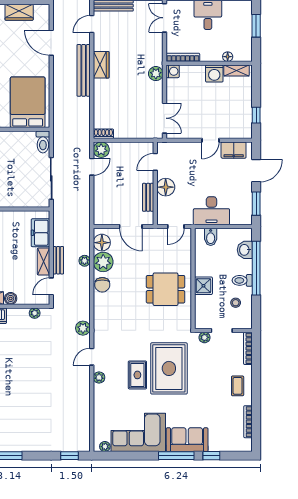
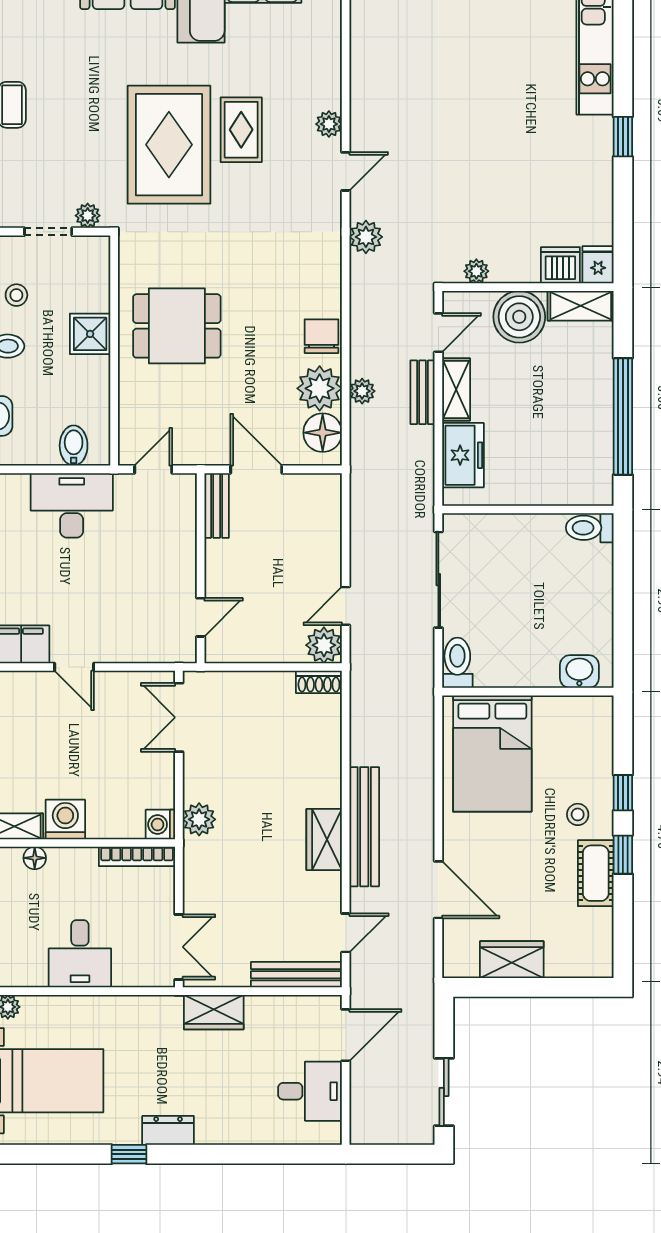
door: (210, 140) -> (74, 667), swing flipped
floor lamp: (166, 187) -> (176, 560), removed
bench: (148, 197) -> (217, 505), moved
boiler: (11, 298) -> (519, 317), width x1.86, depth x1.86

